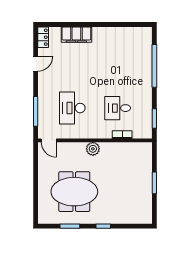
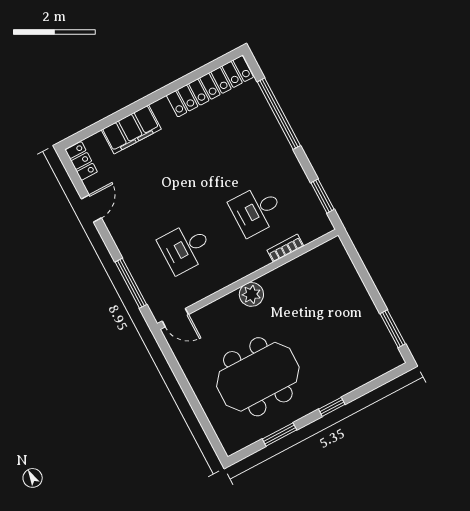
locker: (127, 34) -> (210, 86), added
desk: (72, 108) -> (186, 248), width x0.73
window: (154, 183) -> (393, 329), moved

